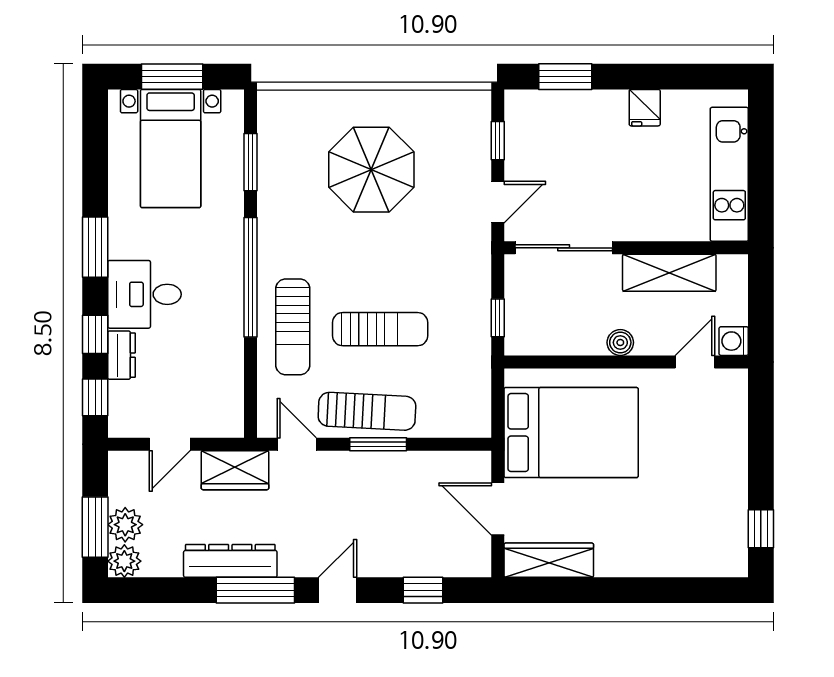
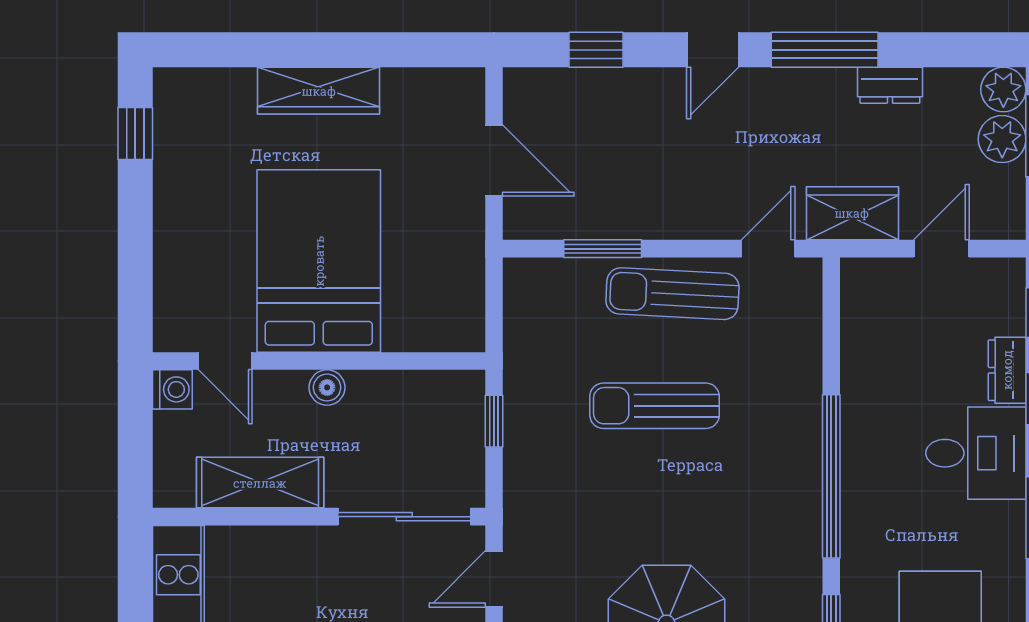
sun lounger: (293, 327) -> (774, 409), removed
door: (695, 362) -> (225, 361), hinge flipped
bed: (571, 433) -> (319, 261), moved, turned 90
door: (297, 444) -> (768, 249), swing flipped
window: (378, 444) -> (603, 249), moved
wardrobe: (549, 560) -> (319, 91), moved
dresser: (230, 561) -> (890, 85), width x0.51, depth x0.80

